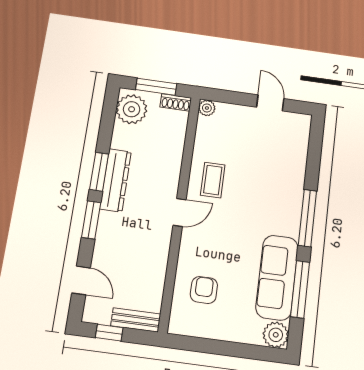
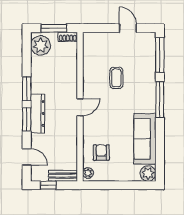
plant: (207, 108) -> (88, 173), moved
dresser: (115, 180) -> (38, 113), moved
coffee table: (213, 180) -> (116, 78), moved
window: (300, 289) -> (160, 55), moved

